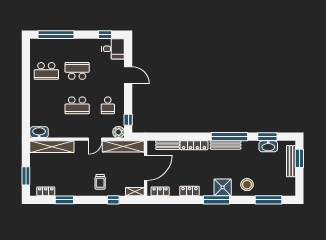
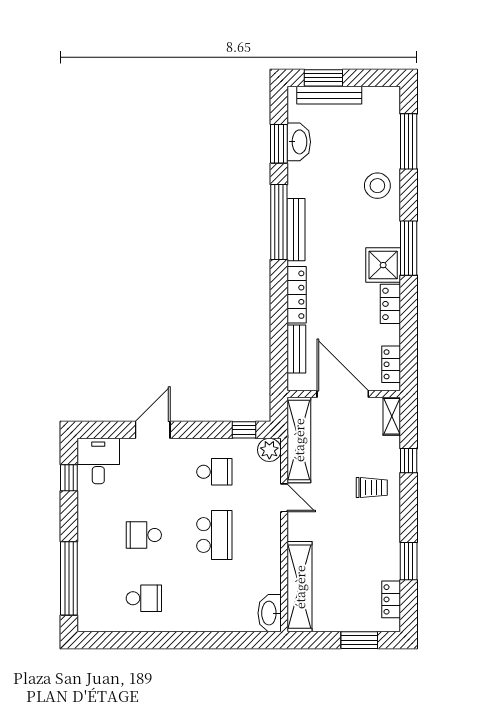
school desk: (46, 71) -> (144, 598), width x0.54
school desk: (77, 71) -> (144, 535), width x0.54
shower: (223, 187) -> (383, 265), moved

